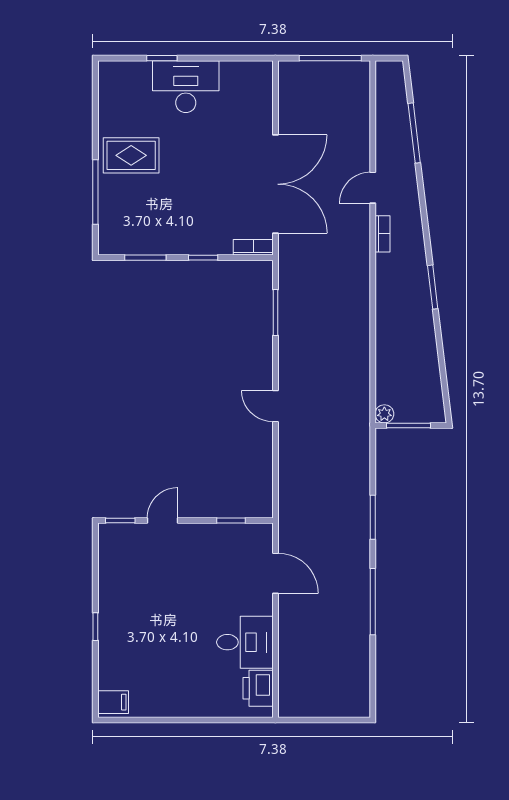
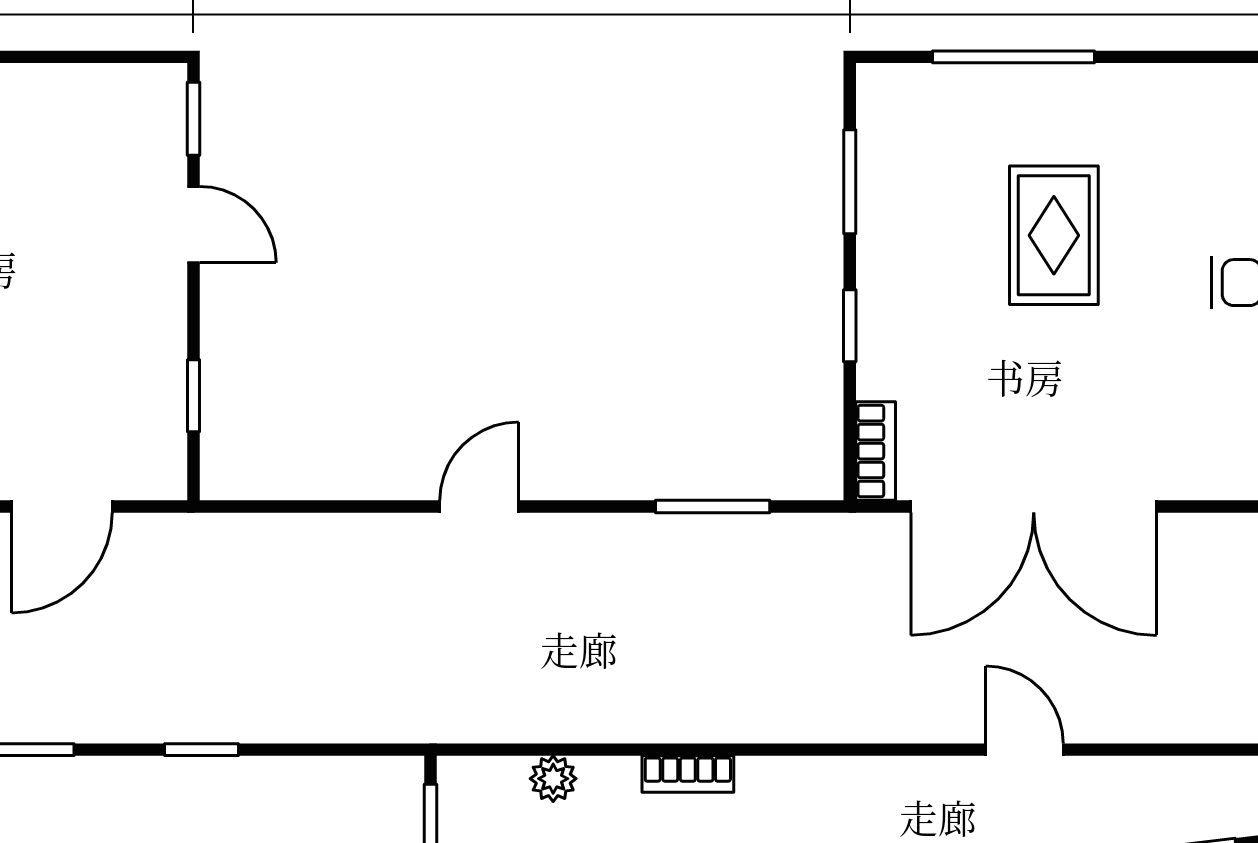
rug: (131, 155) -> (1054, 235), moved
bookcase: (383, 234) -> (688, 774), moved
plant: (384, 414) -> (553, 779), moved
window: (373, 517) -> (201, 750), width x0.67

